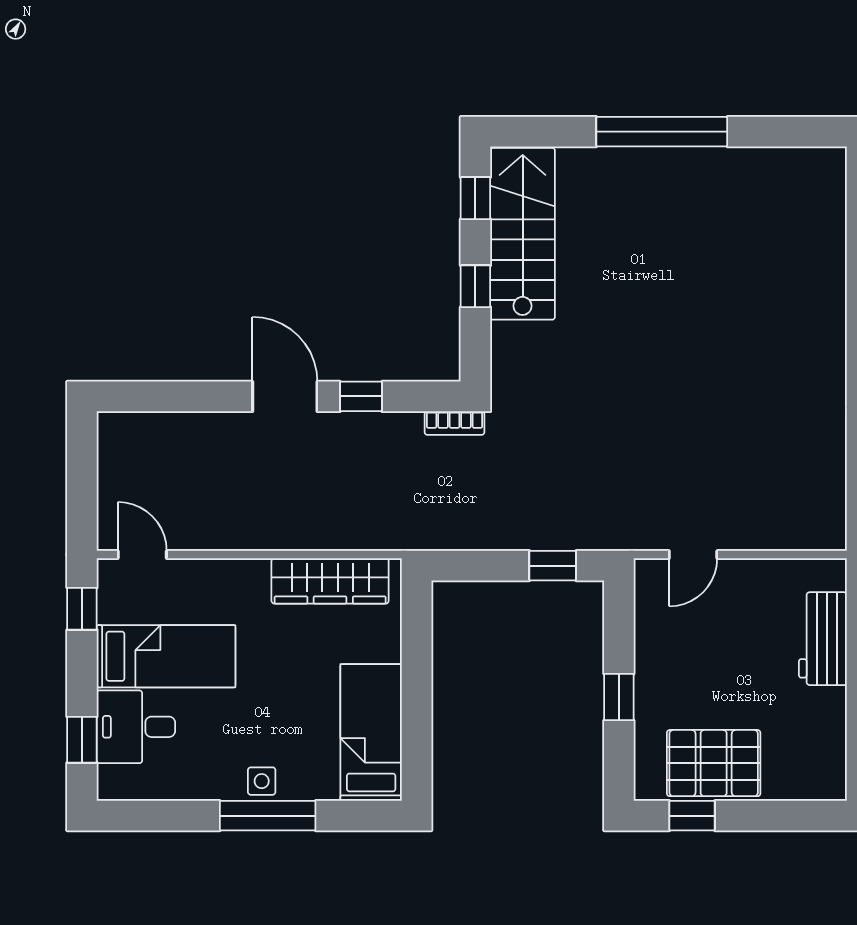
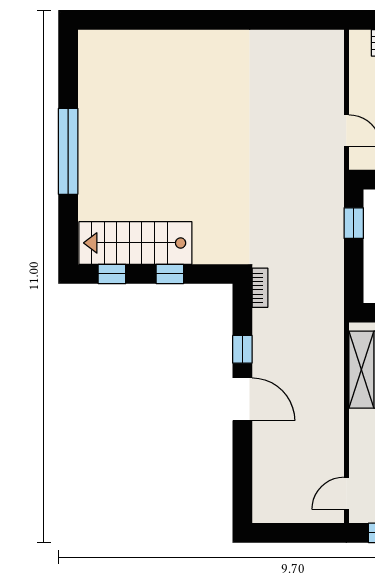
door: (285, 396) -> (242, 399), swing flipped

